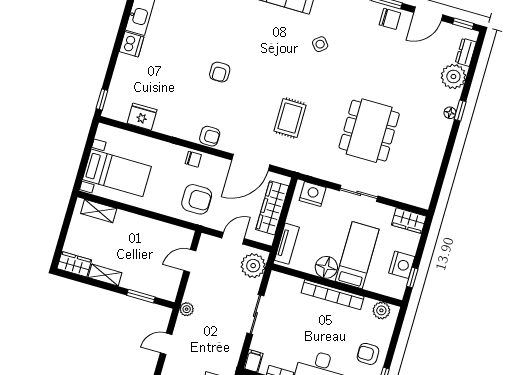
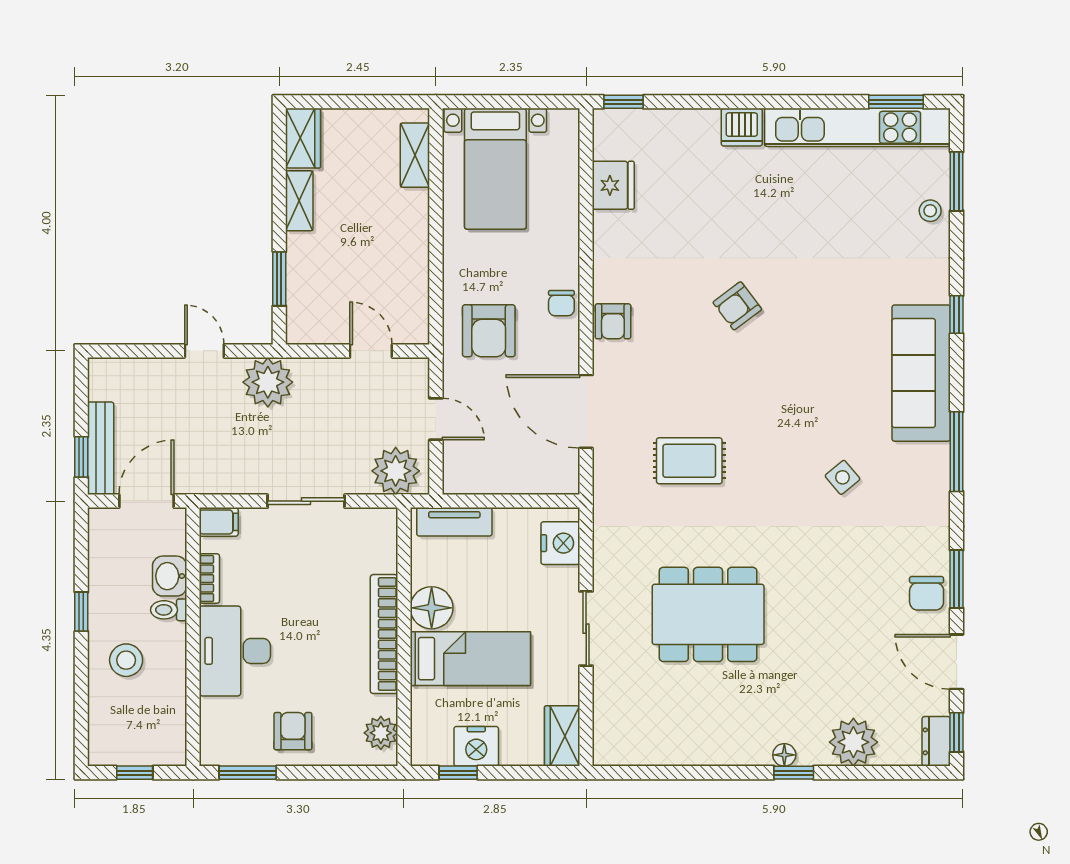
dresser: (466, 52) -> (936, 741), moved, turned -90
armchair: (220, 72) -> (737, 306), turned -37
wardrobe: (272, 208) -> (513, 476), removed
plant: (187, 309) -> (268, 382), width x1.88, depth x1.88

